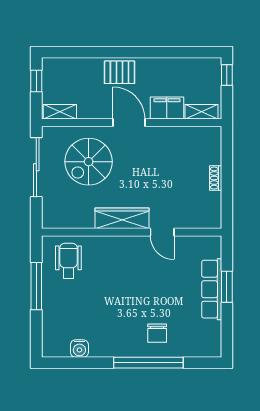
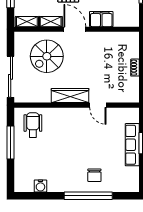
shelving: (202, 112) -> (51, 22), moved
sliding door: (36, 167) -> (11, 77), moved

